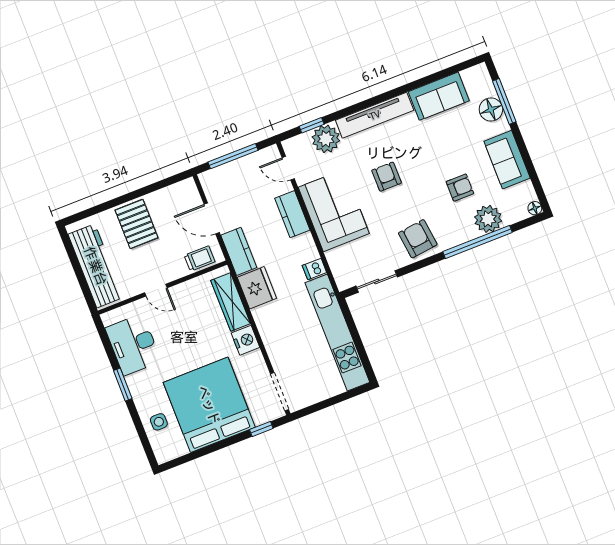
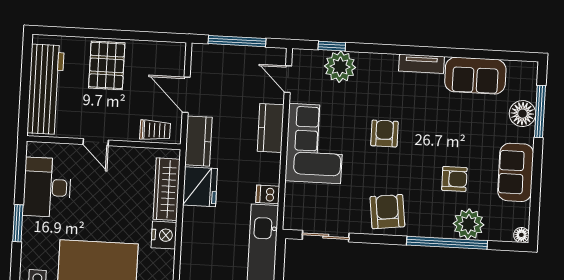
tv unit: (375, 115) -> (422, 64), width x0.52, depth x0.78

